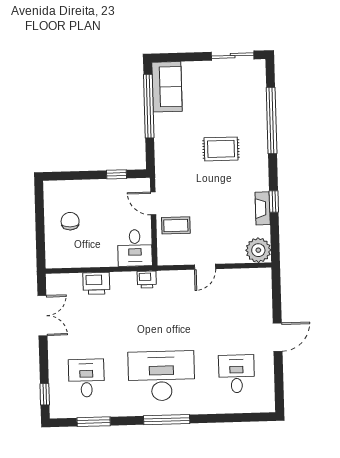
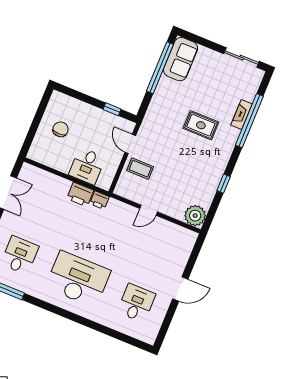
fireplace: (263, 208) -> (242, 115), moved
desk: (135, 248) -> (87, 166), moved
printer: (96, 283) -> (80, 194), moved
window: (167, 420) -> (67, 314), removed

